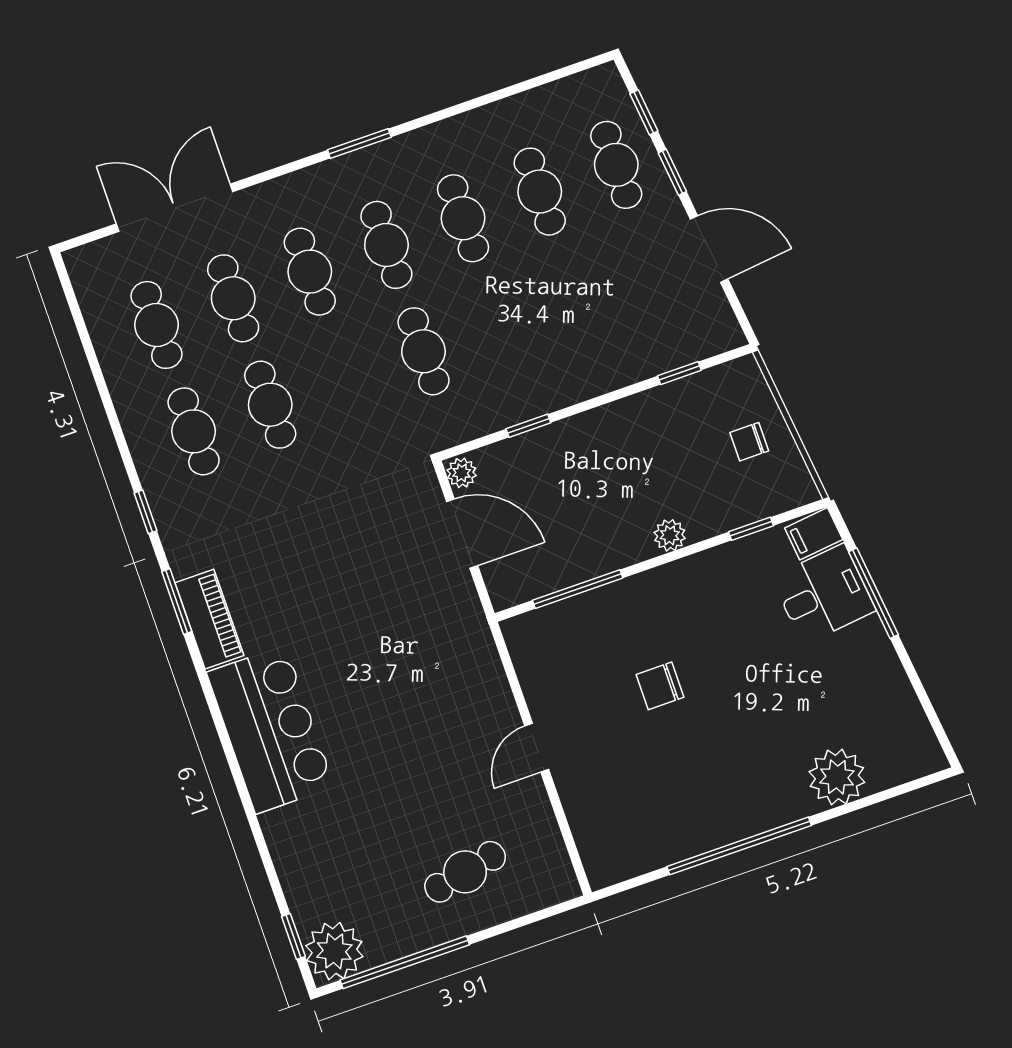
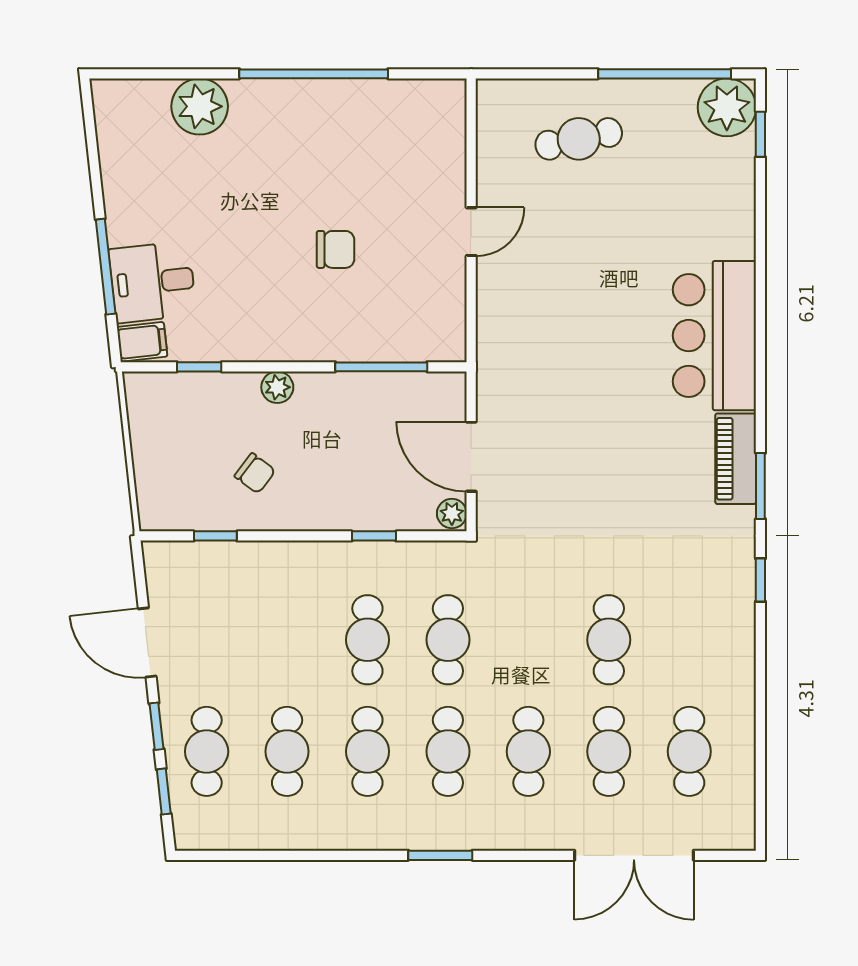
cafe table: (194, 431) -> (367, 640), moved
chair: (749, 442) -> (255, 473), moved, turned 37

